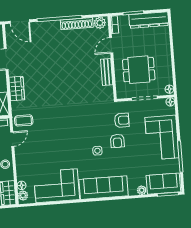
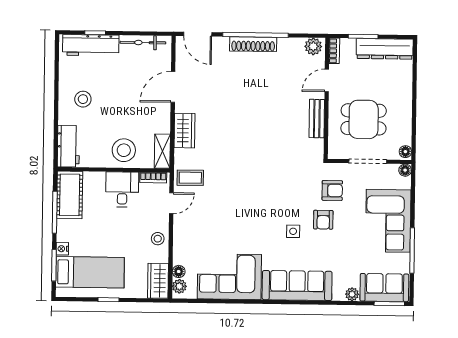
shoe rack: (77, 24) -> (253, 44), moved

